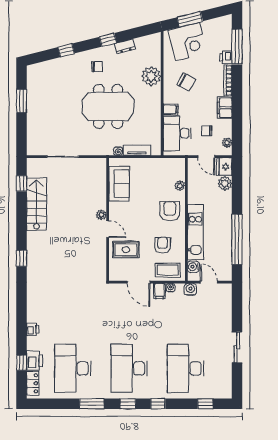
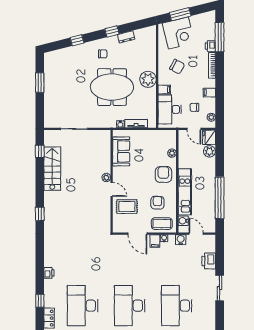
plant: (151, 76) -> (148, 79), moved
filing cabinet: (225, 108) -> (209, 93), width x0.50
printer: (35, 361) -> (209, 261), moved, turned 180

